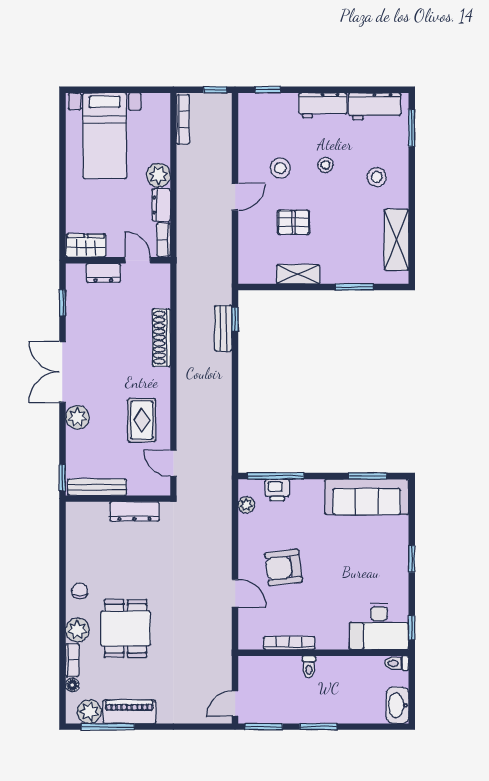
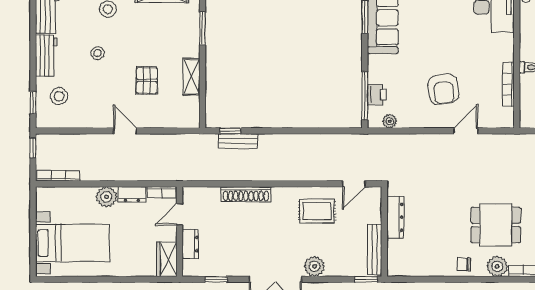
stool: (280, 168) -> (59, 96), moved

